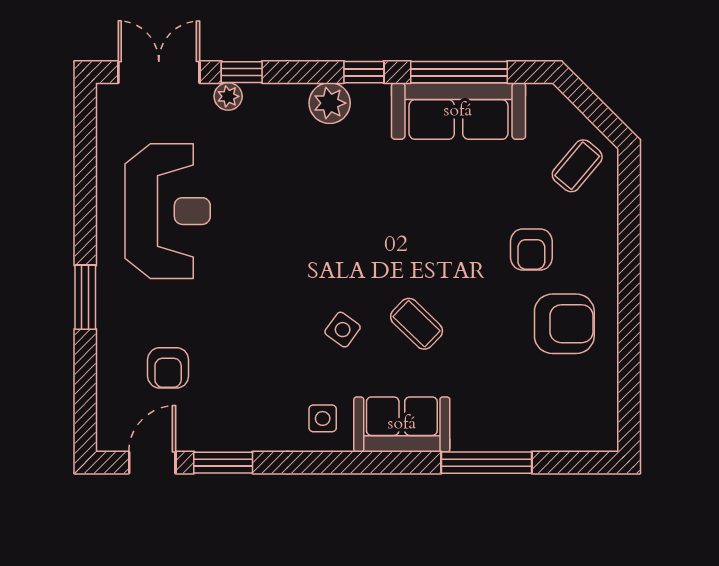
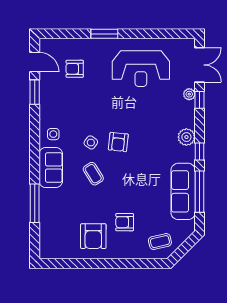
coffee table: (577, 166) -> (160, 242), turned -53
armchair: (341, 265) -> (118, 142), added
coffee table: (417, 324) -> (93, 174), turned -76

